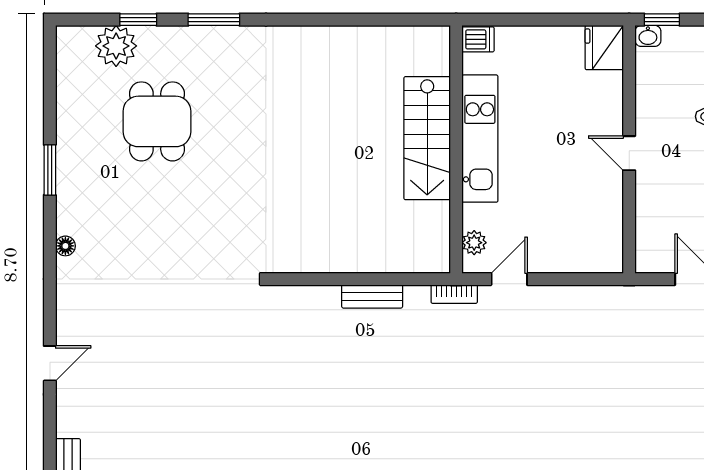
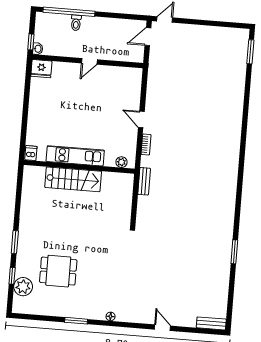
dishwasher: (478, 39) -> (31, 153), moved
stairs: (427, 138) -> (73, 179), moved
kitchen unit: (480, 139) -> (75, 156), moved
wall: (456, 149) -> (79, 167), moved
plant: (474, 243) -> (121, 162), moved

